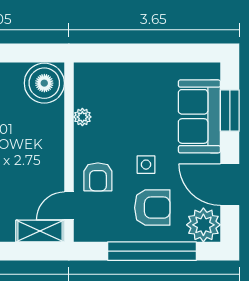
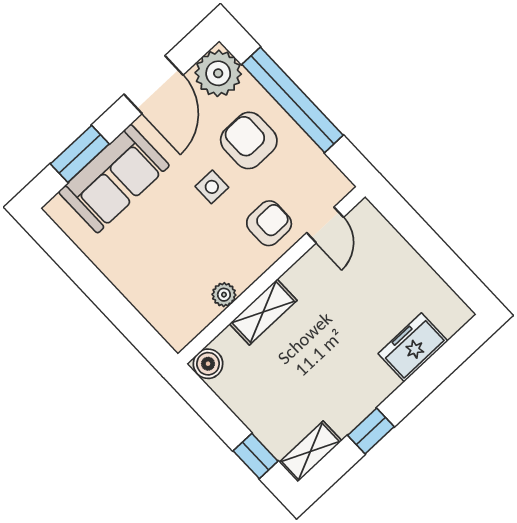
boiler: (44, 83) -> (208, 364), width x0.54, depth x0.54
door: (69, 206) -> (325, 225), hinge flipped
shelving: (40, 231) -> (263, 312), moved, turned 90

